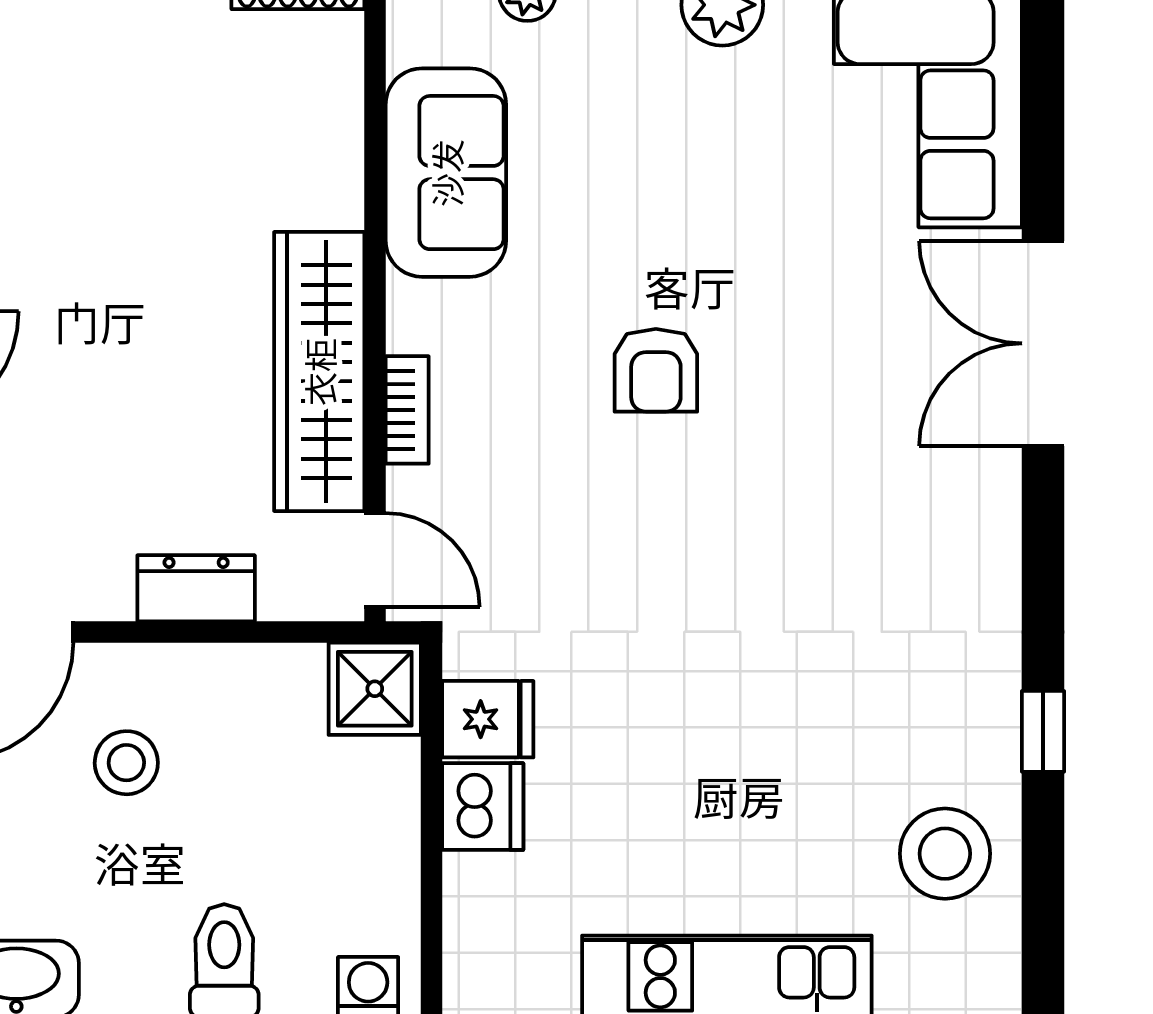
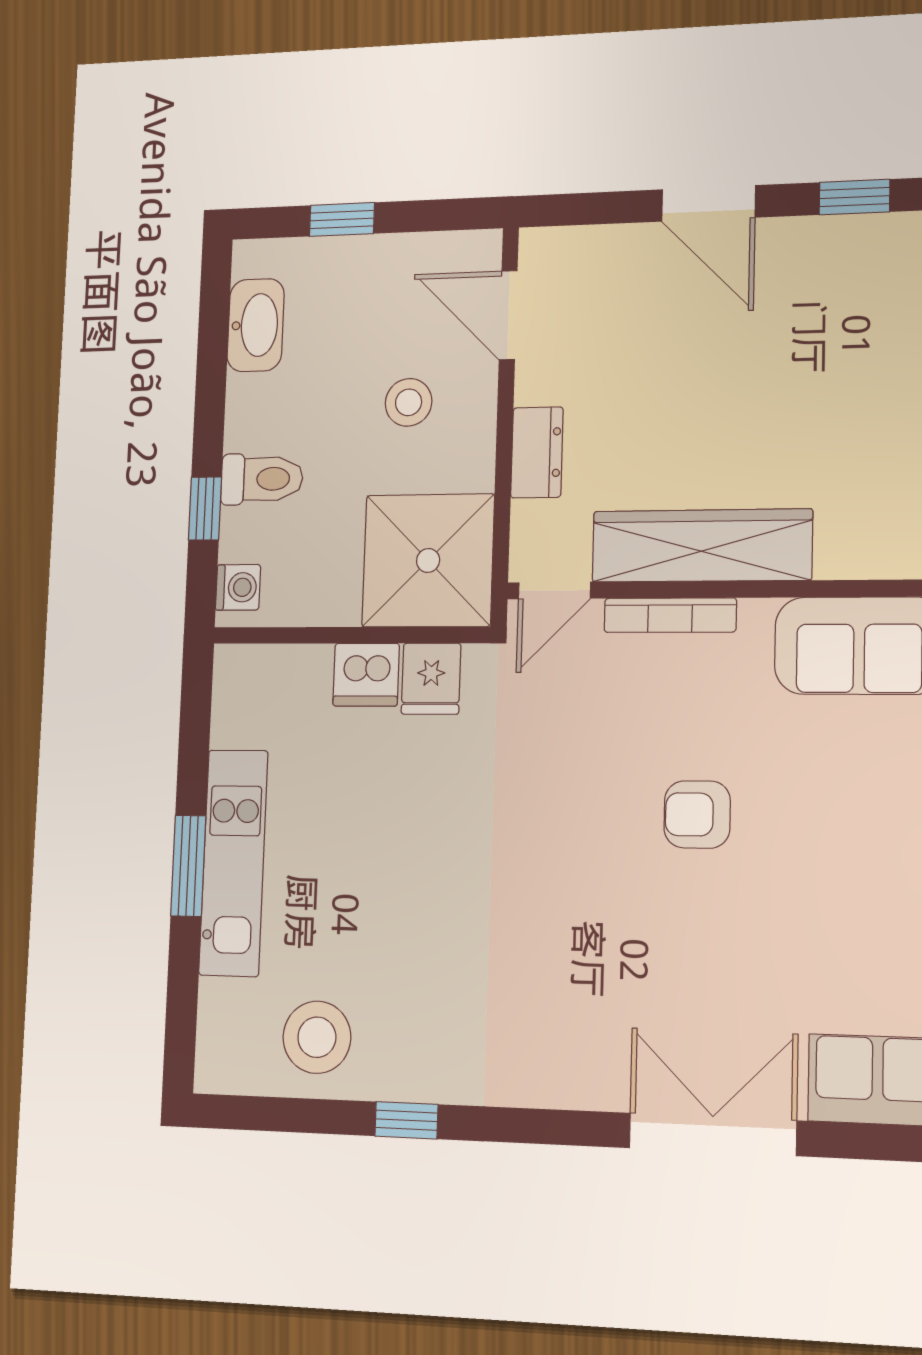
bookcase: (407, 410) -> (670, 615), width x1.56
shower: (375, 689) -> (428, 560), width x1.86, depth x1.86

